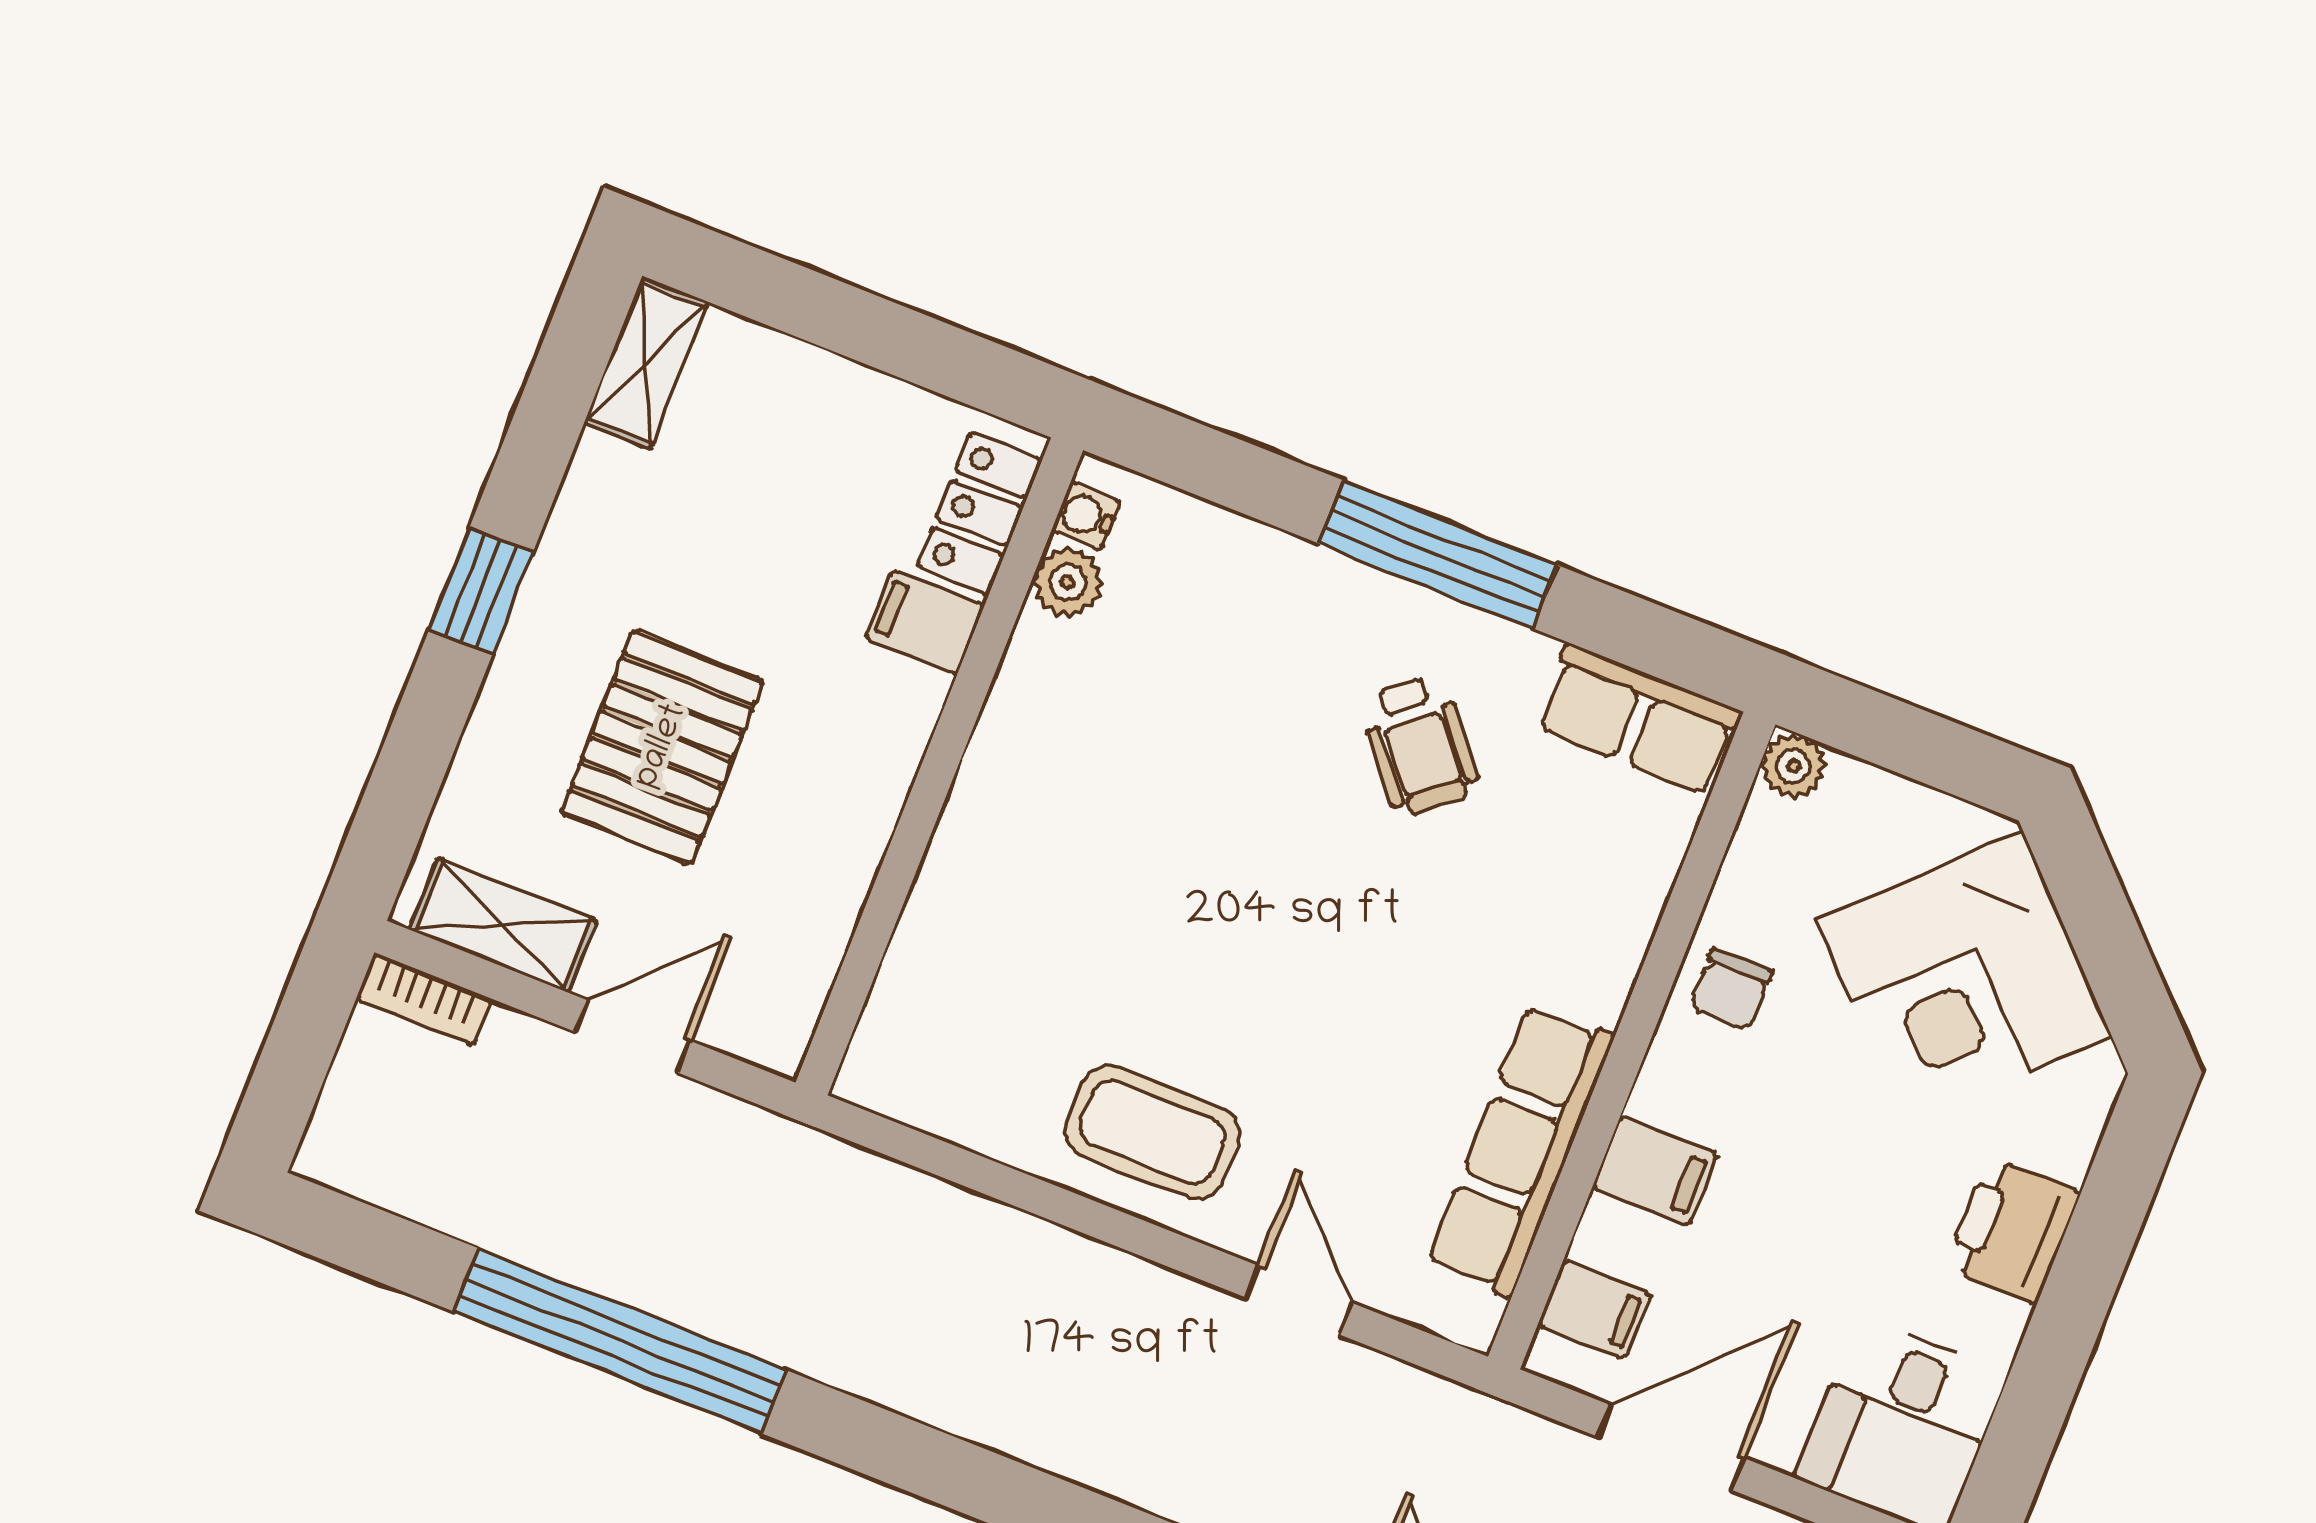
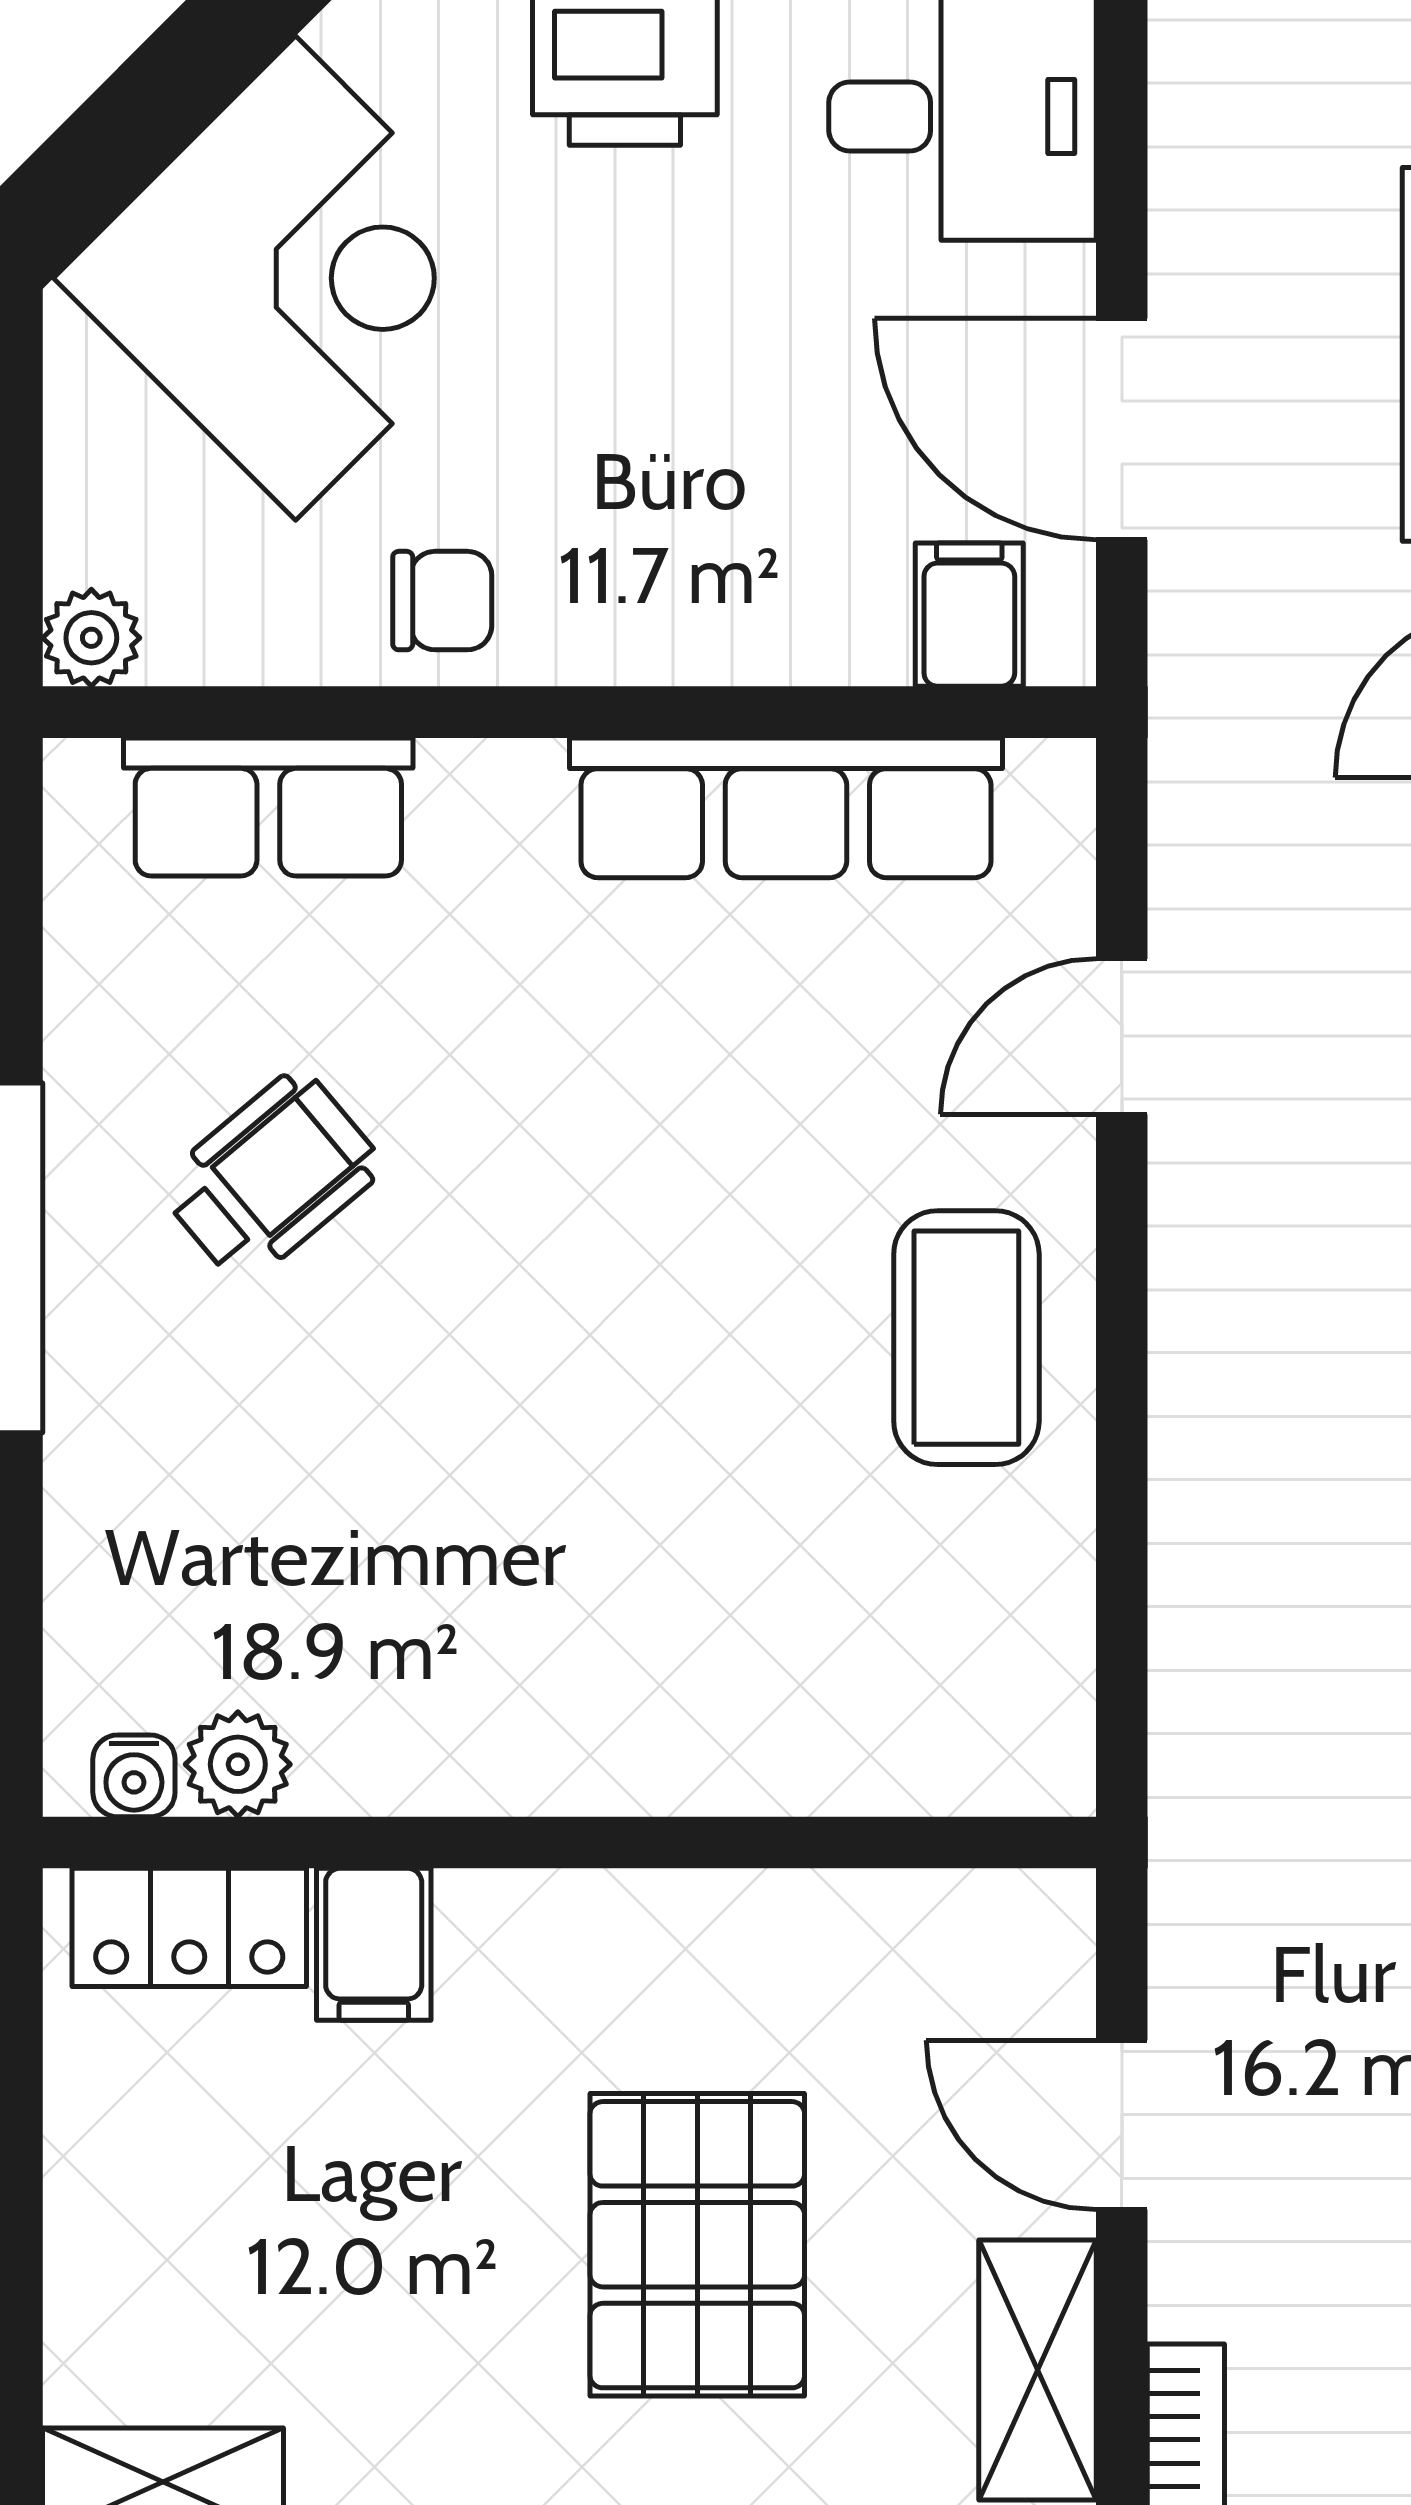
row of seats: (1638, 719) -> (268, 807), moved, turned 90
pallet: (662, 747) -> (697, 2245), turned 90
filing cabinet: (1655, 1171) -> (740, 607), removed

